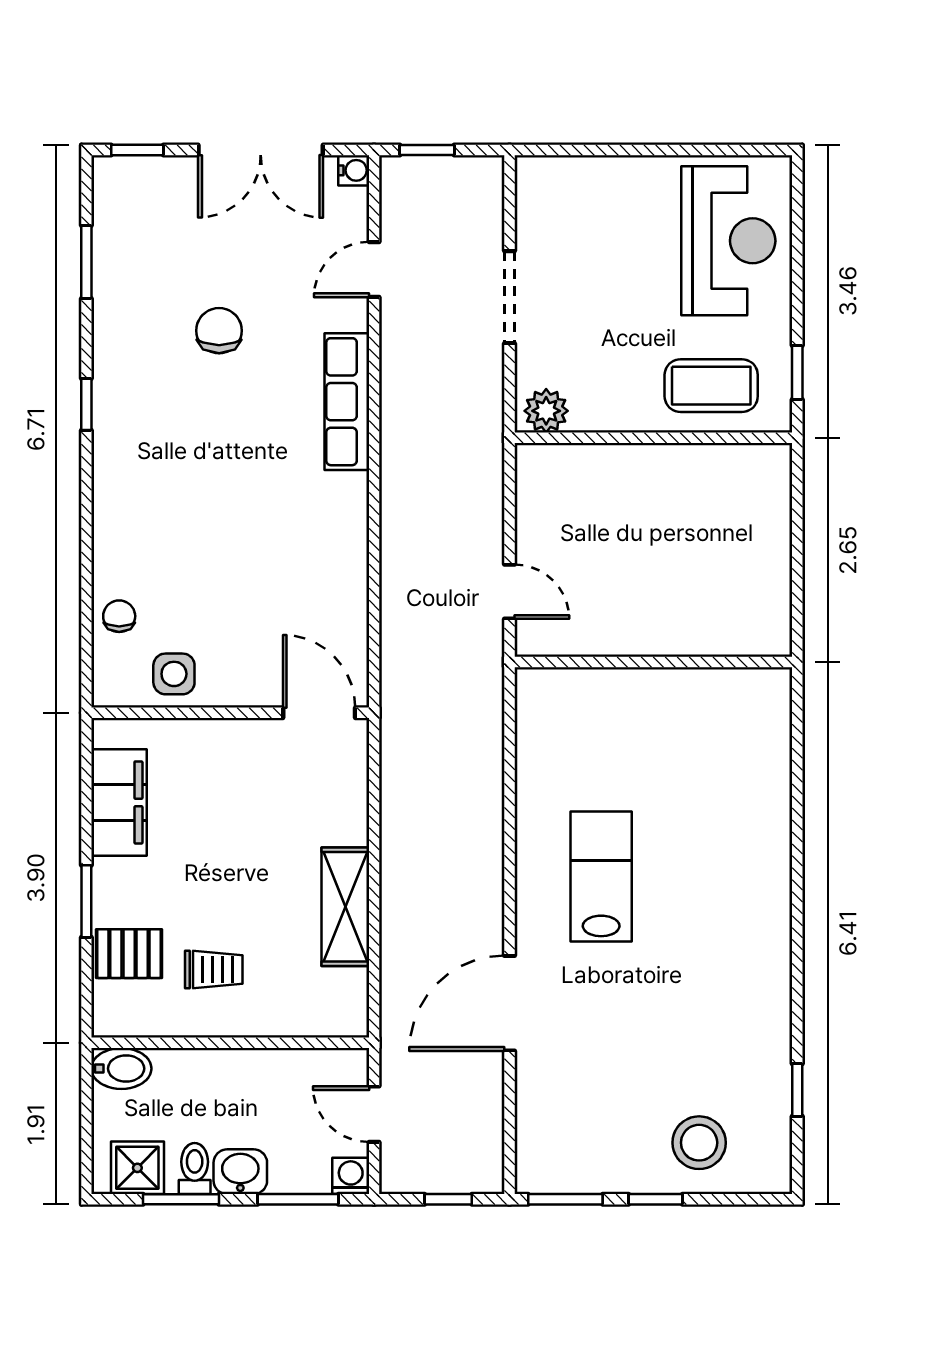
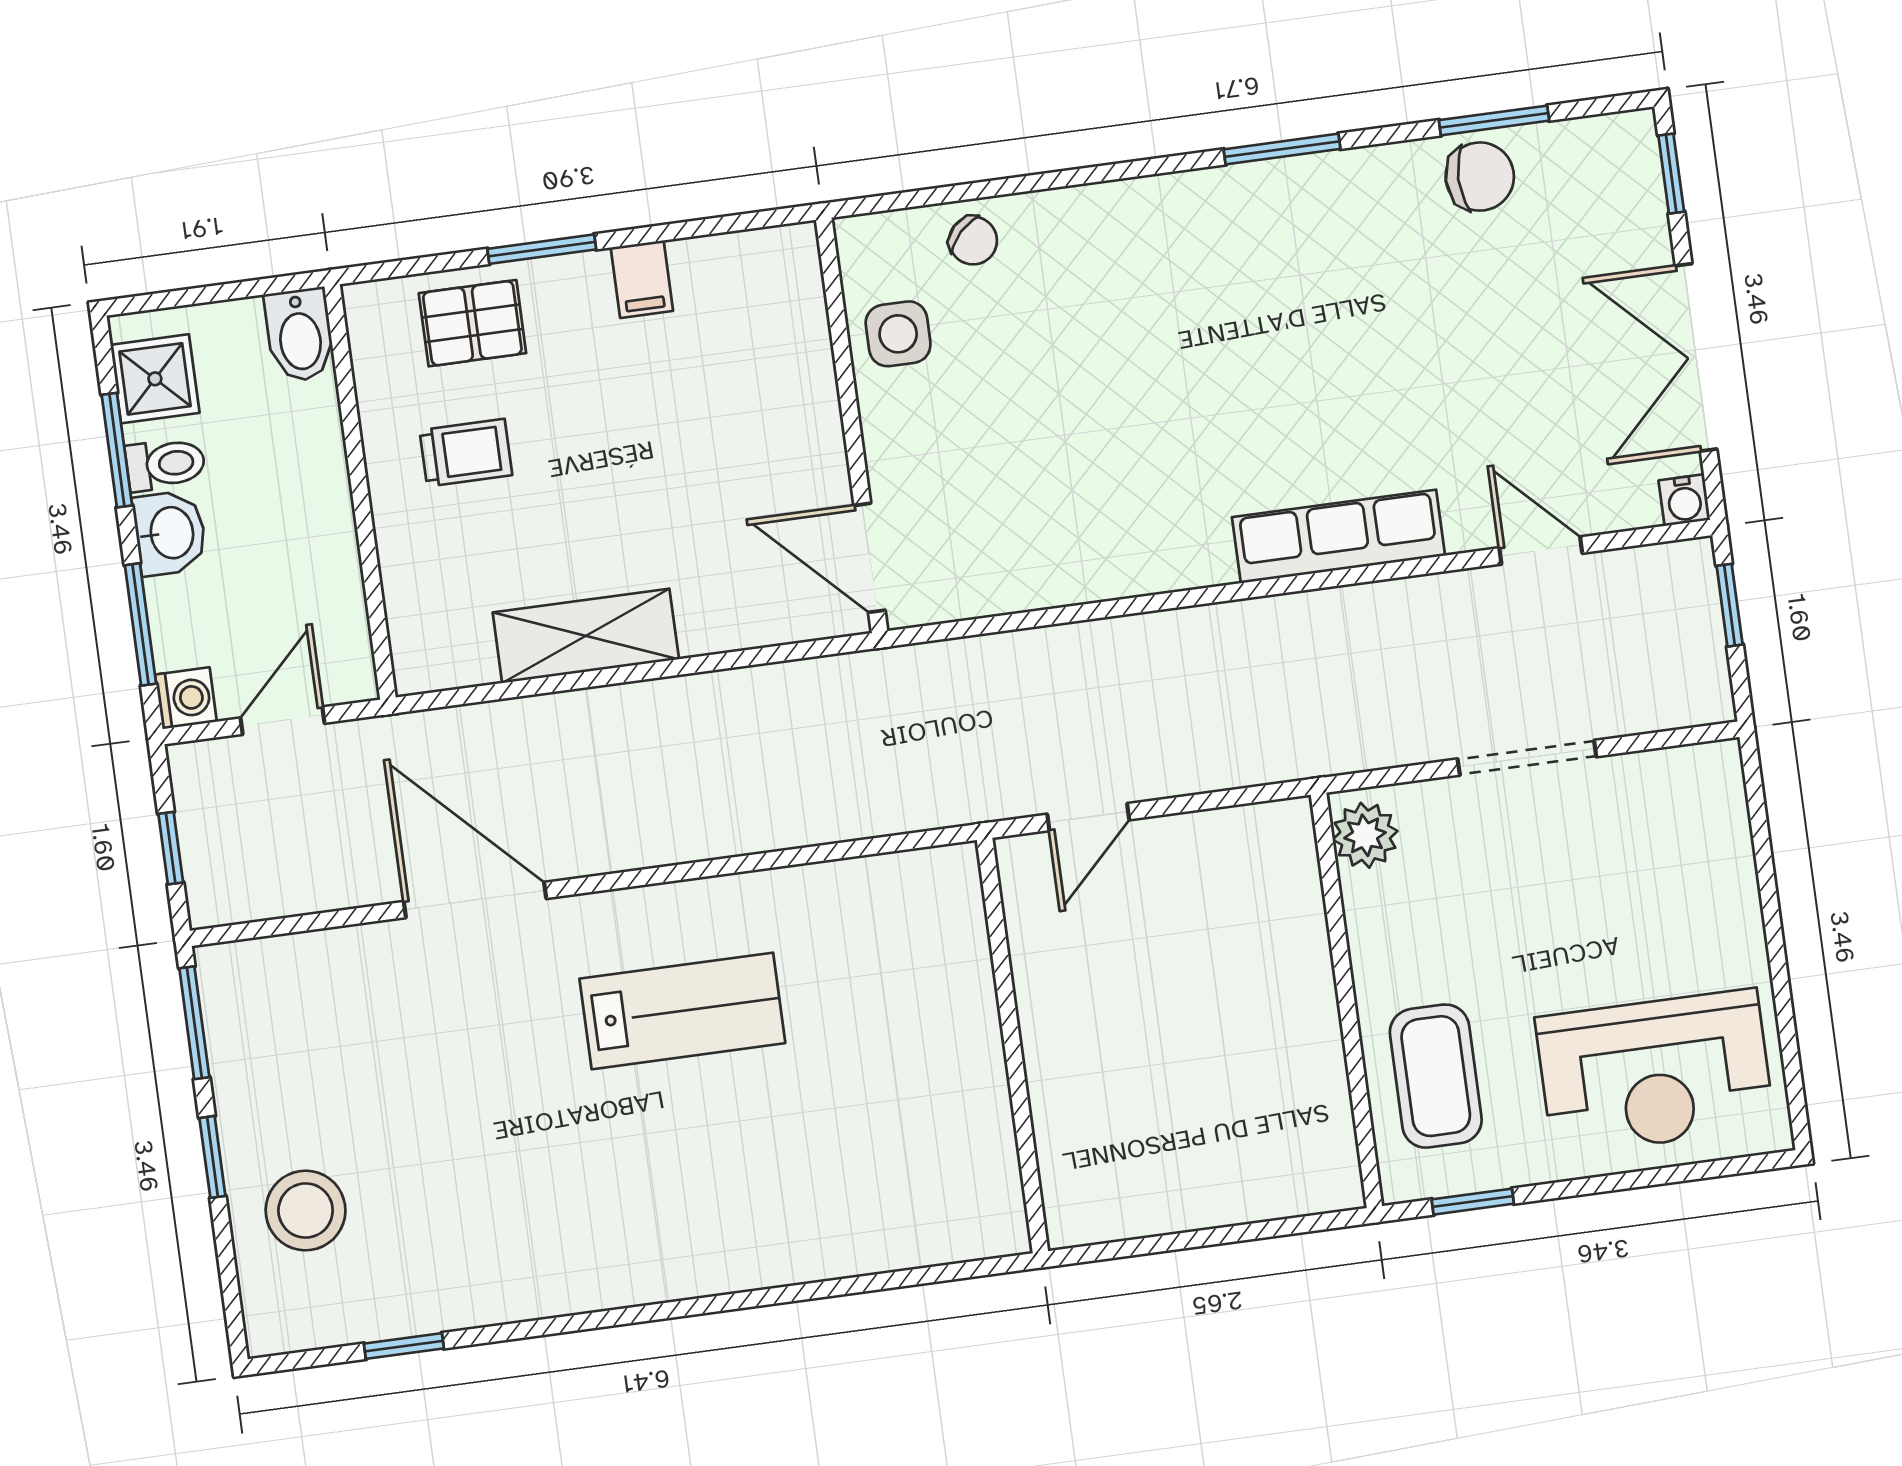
chair: (219, 331) -> (1480, 177), moved
window: (86, 404) -> (1282, 149), width x1.50
chair: (119, 616) -> (973, 241), turned 44
door: (319, 713) -> (870, 558), swing flipped
filing cabinet: (119, 802) -> (642, 279), width x0.33, depth x0.86
pallet: (129, 954) -> (472, 323), turned 90
trolley: (214, 969) -> (466, 453), turned -90

